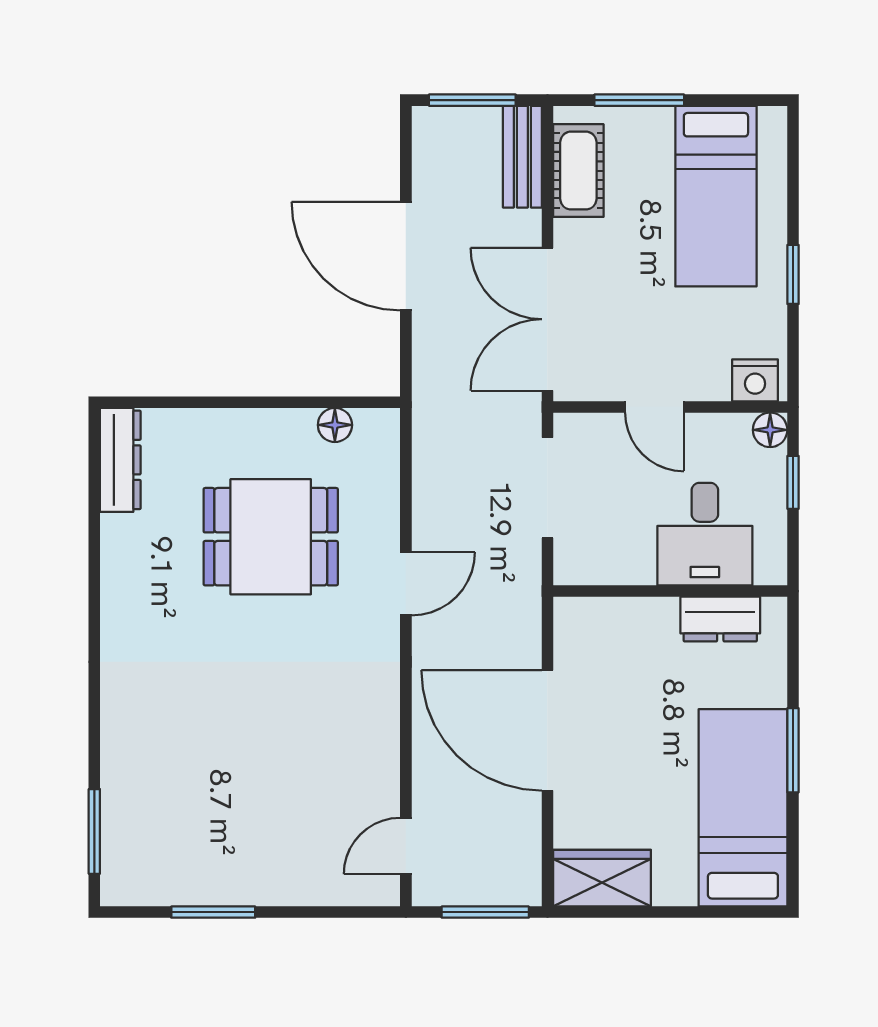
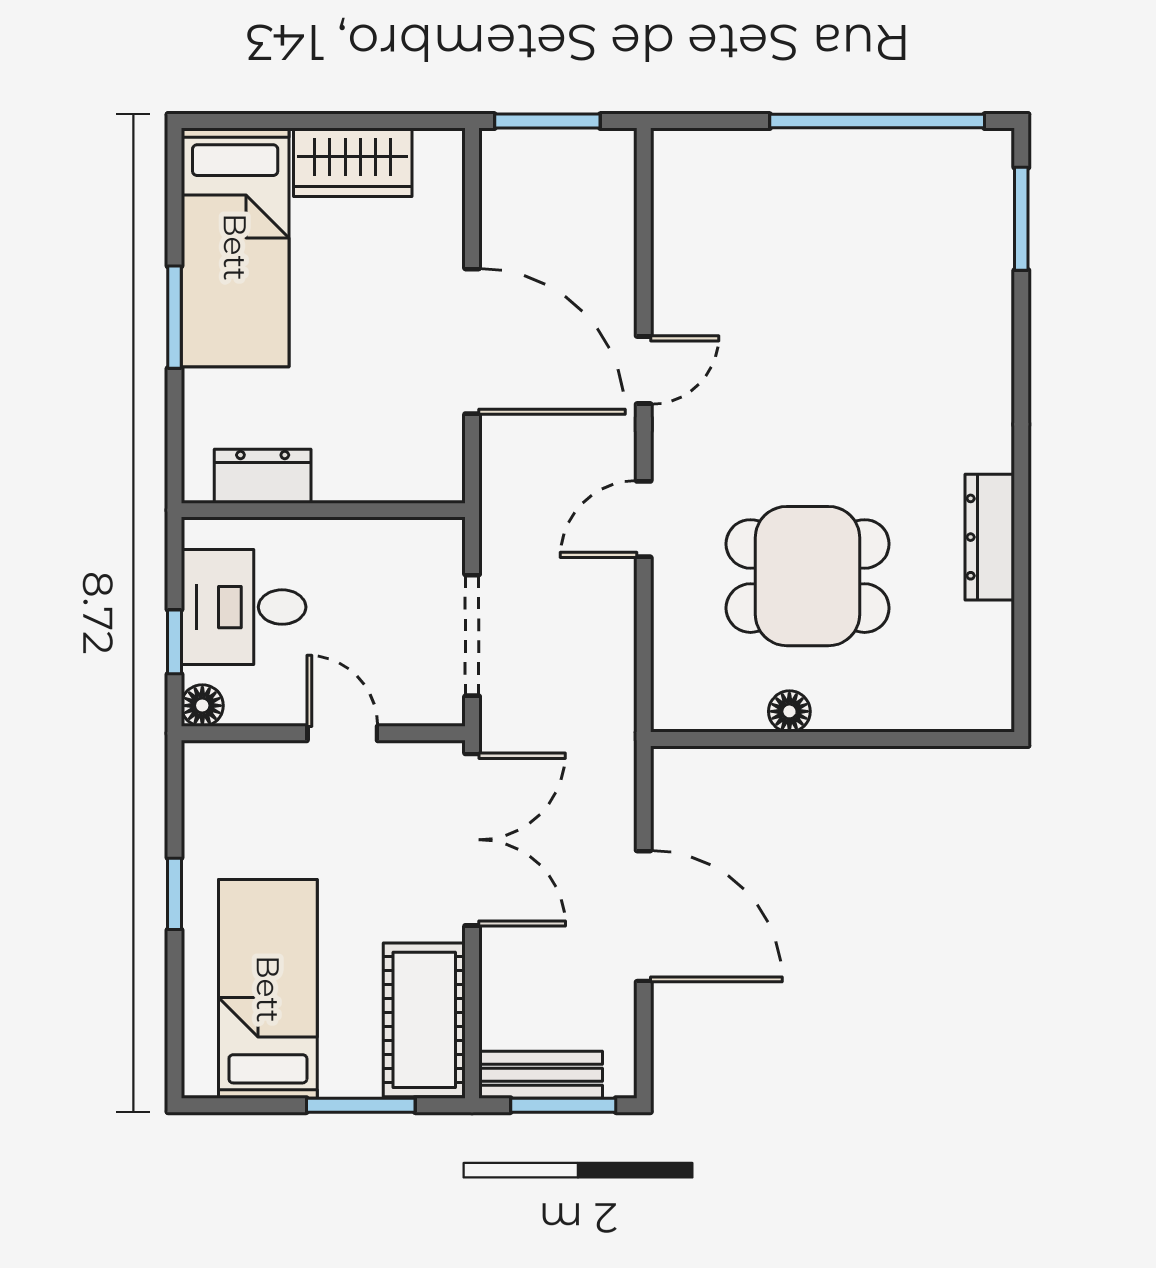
bench: (522, 157) -> (541, 1075), moved, turned 90
cot: (578, 171) -> (424, 1020), width x1.37, depth x1.34
nightstand: (755, 380) -> (220, 766), removed
floor lamp: (335, 425) -> (789, 711), moved
dresser: (120, 460) -> (990, 537), moved
desk: (705, 534) -> (244, 607), moved, turned -90
door: (406, 846) -> (644, 370), moved
wardrobe: (602, 878) -> (353, 162), moved
window: (213, 912) -> (877, 121), width x2.11

